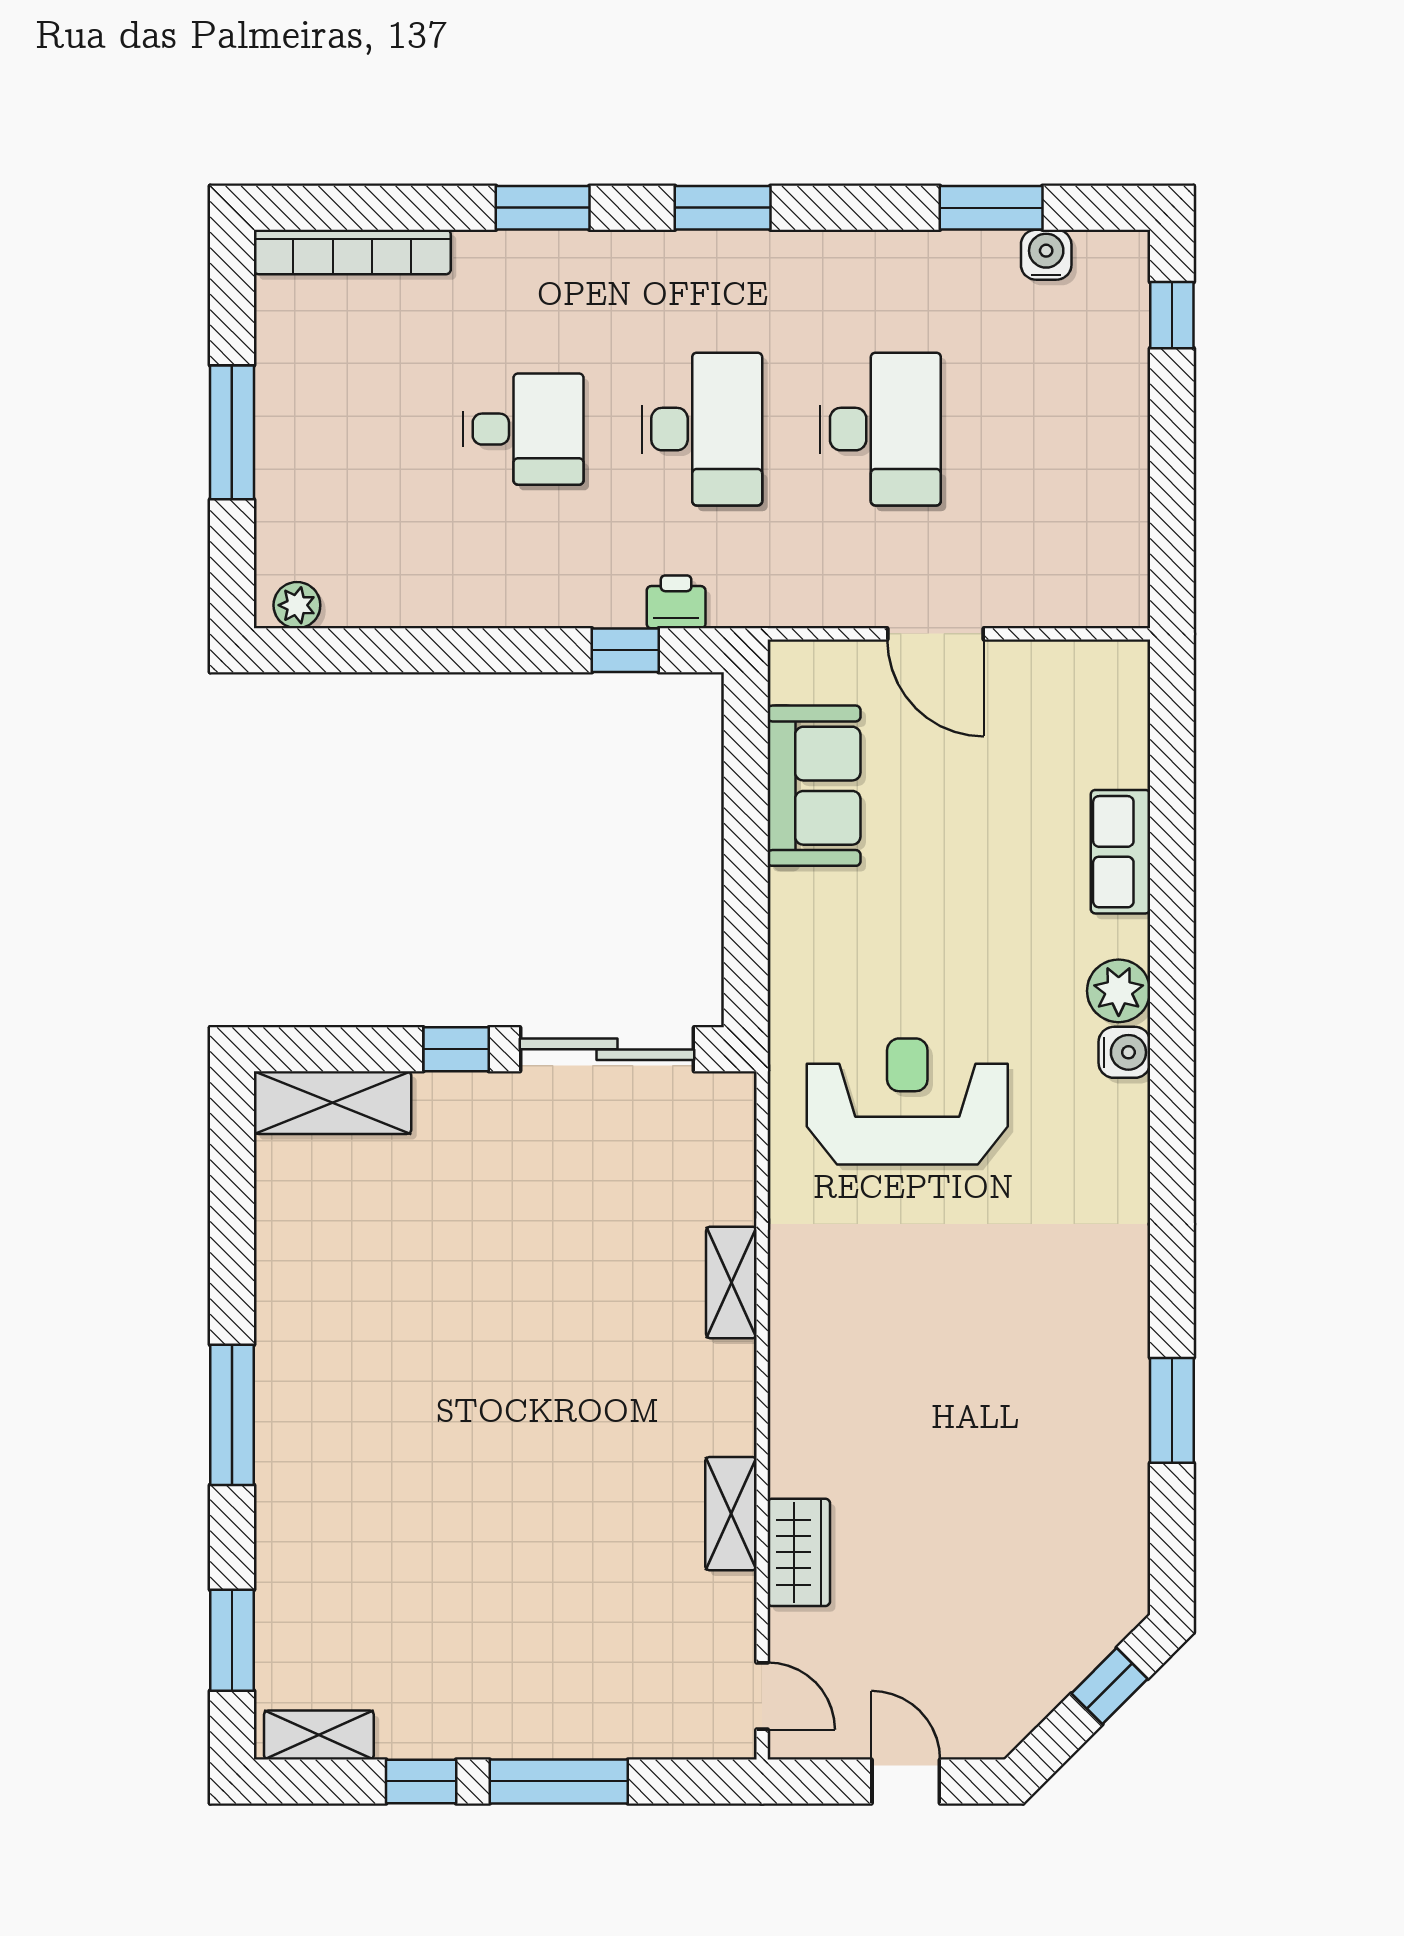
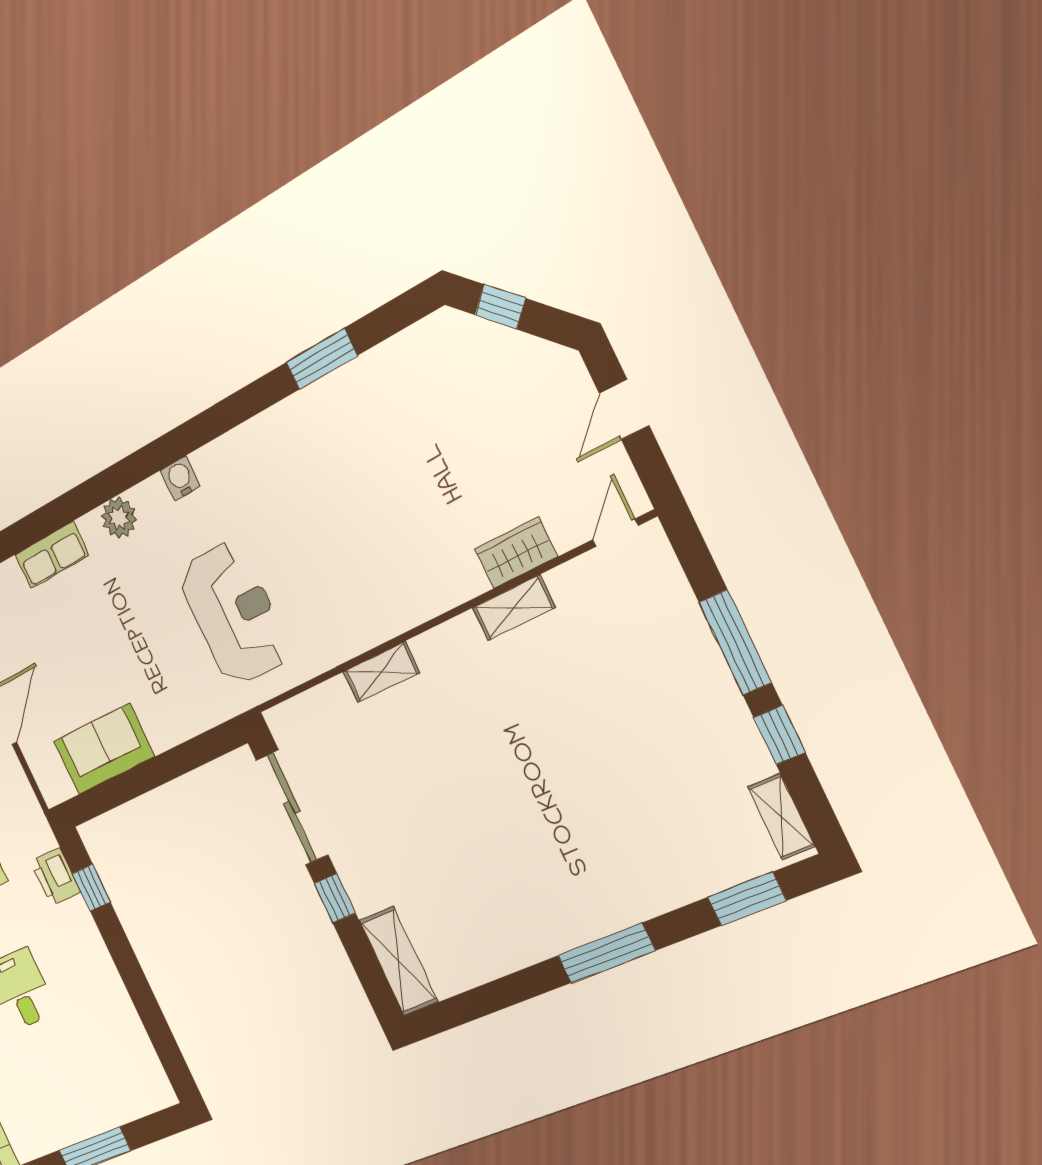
printer: (676, 602) -> (56, 877), width x1.36, depth x1.24
plant: (297, 605) -> (157, 1083), removed
water cooler: (1124, 1052) -> (180, 478), moved
reception desk: (907, 1101) -> (234, 613), turned 180

